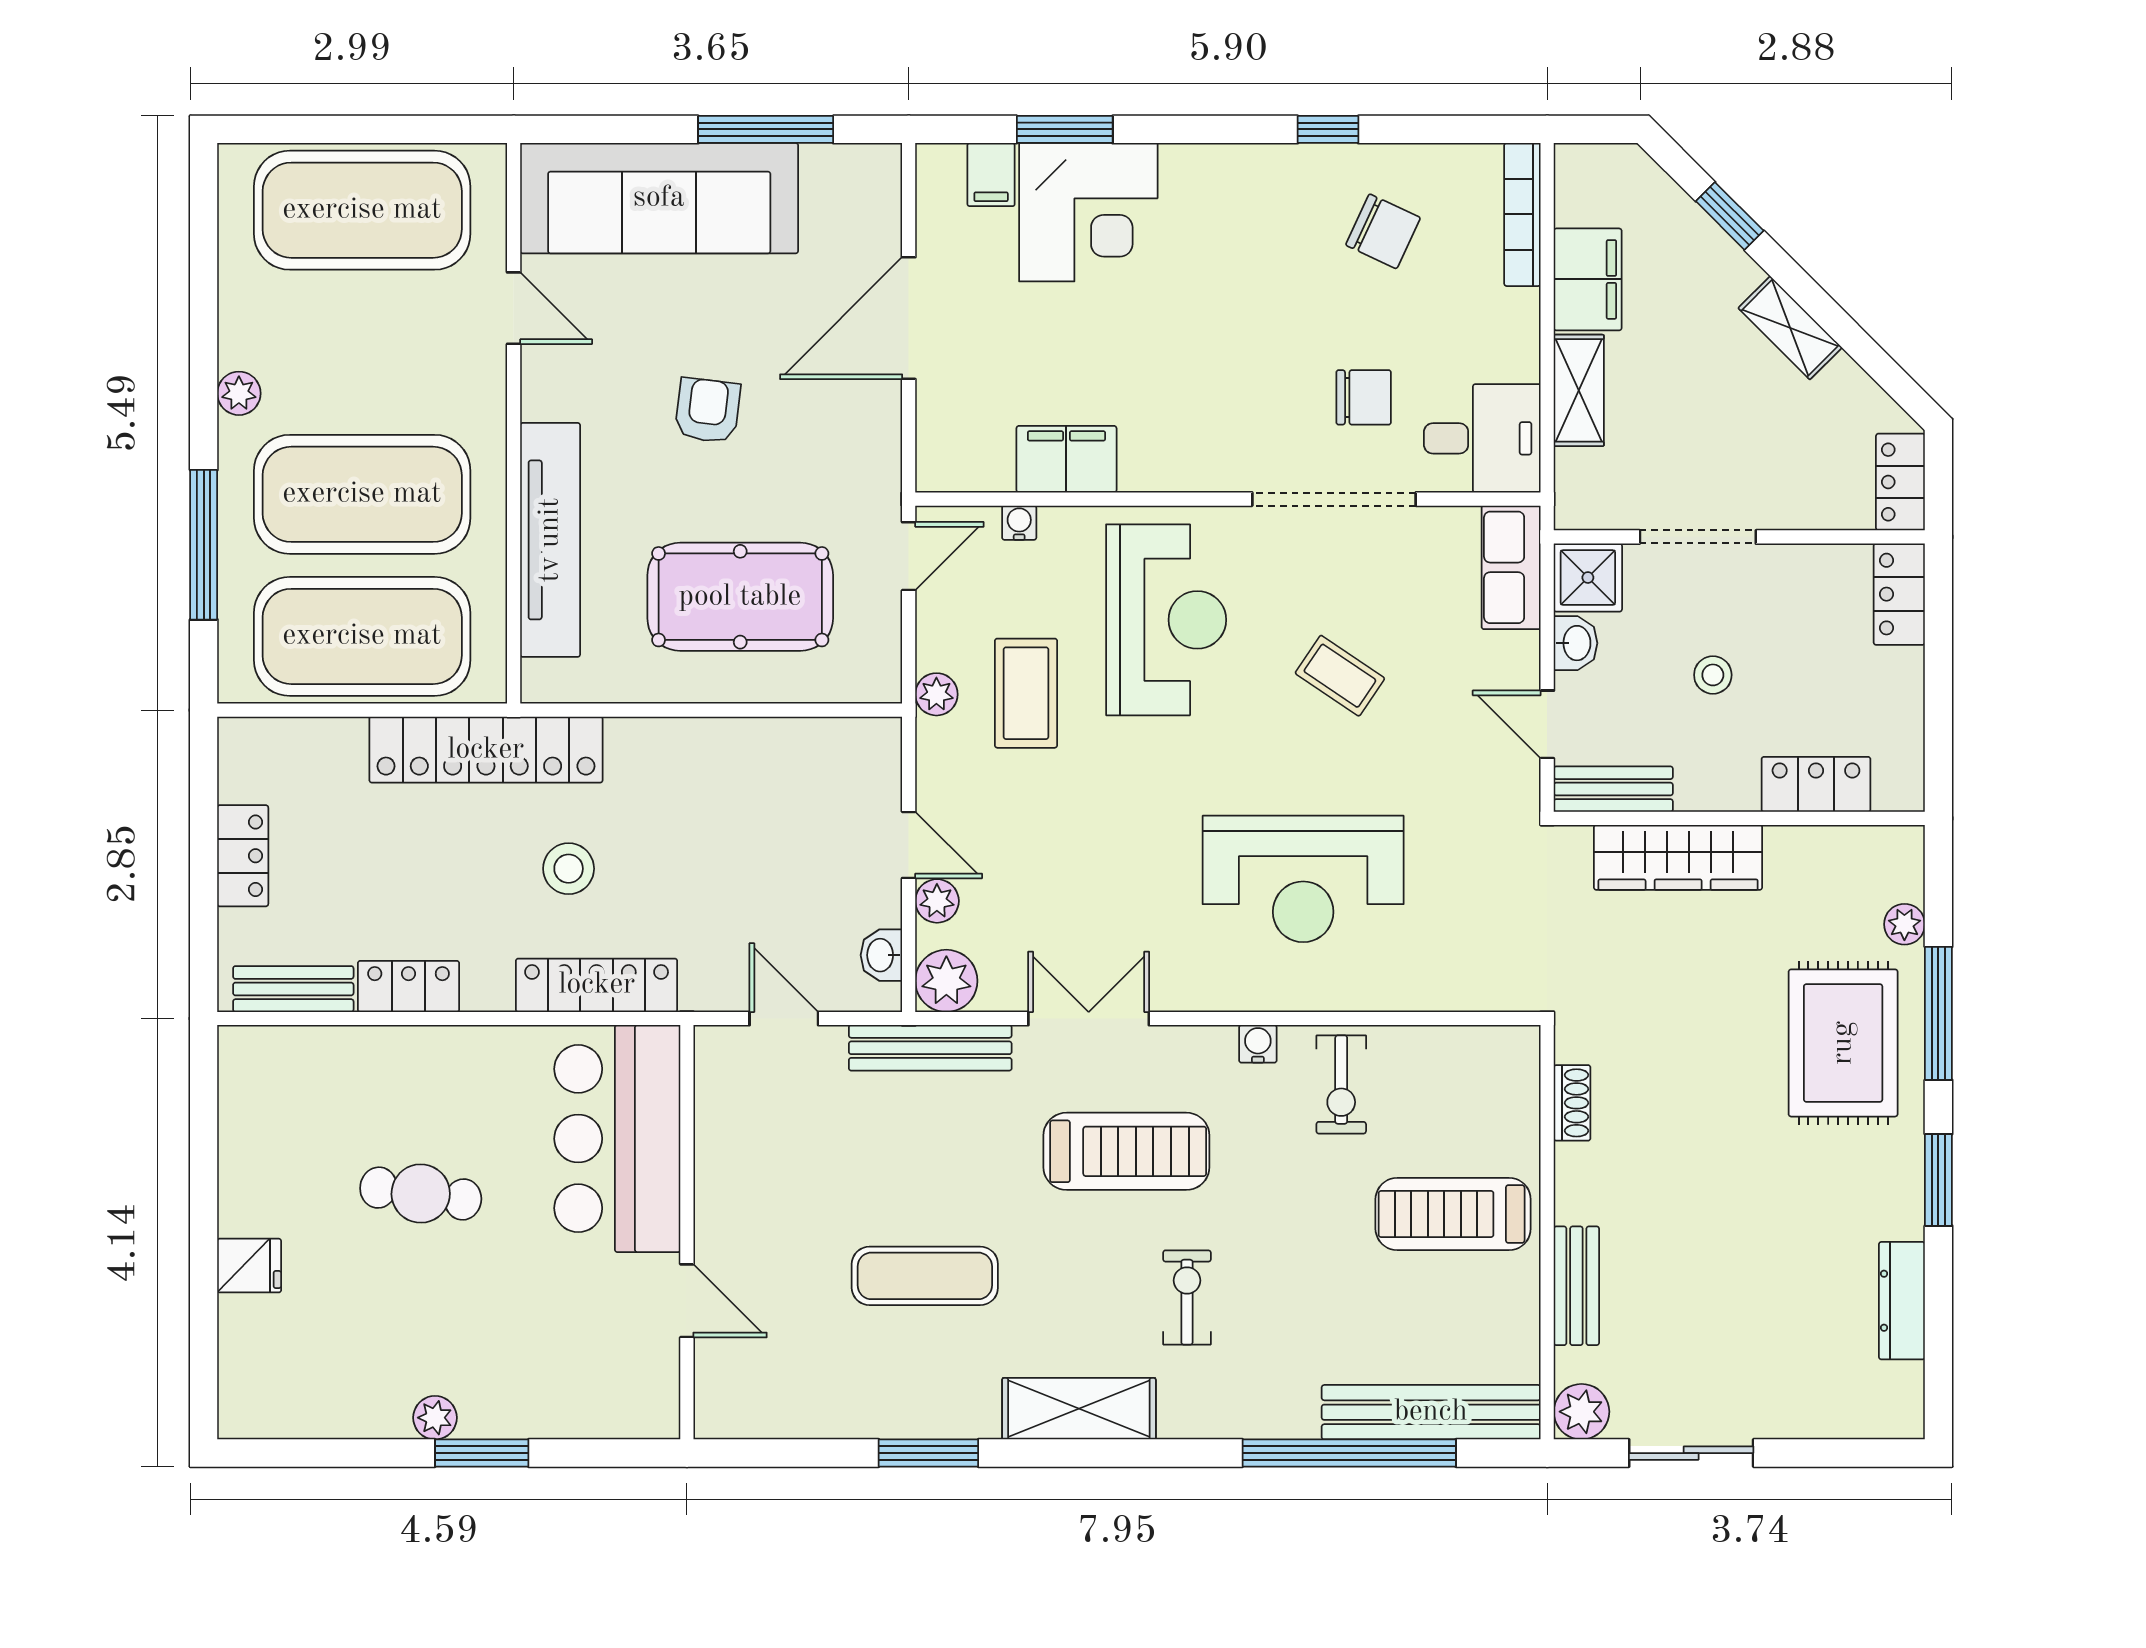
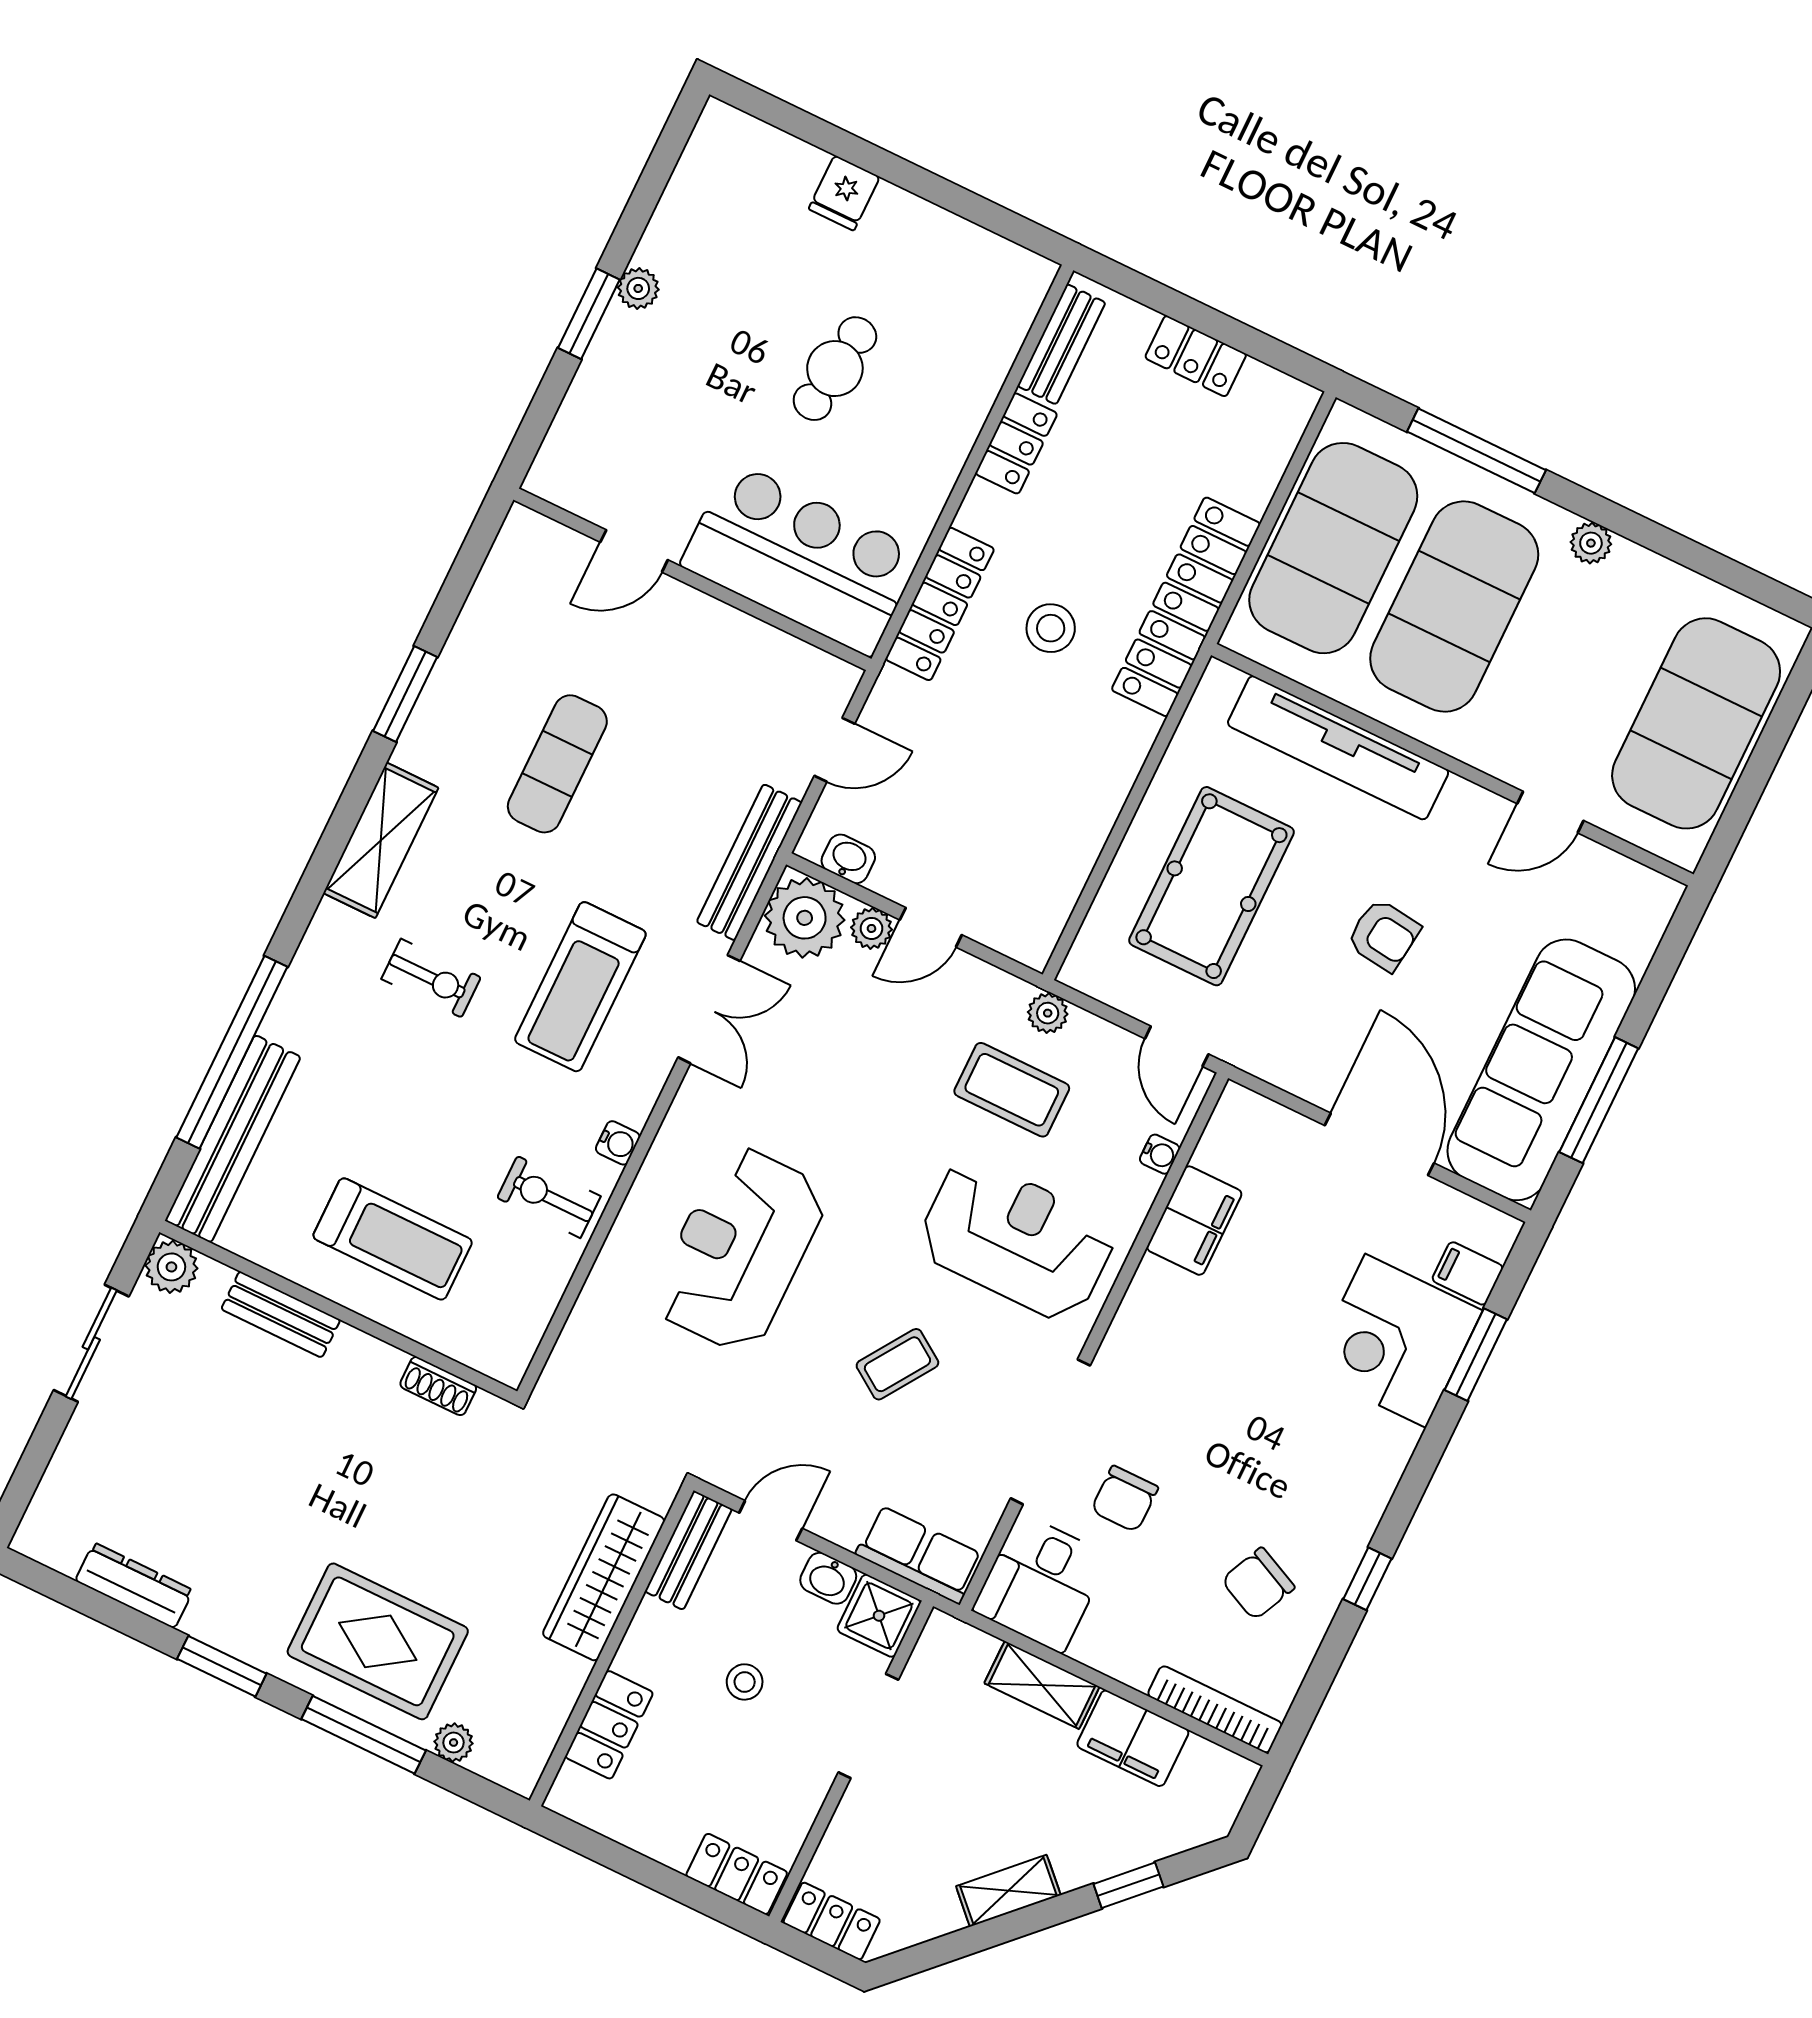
sofa: (659, 198) -> (1541, 1070), moved
reception desk: (1166, 620) -> (1017, 1239), turned 180
plant: (946, 981) -> (805, 918), width x1.36, depth x1.36
treadmill: (1453, 1214) -> (393, 1239), turned 90

